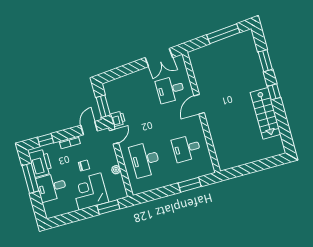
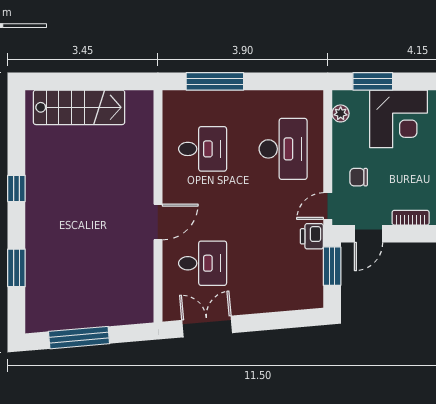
window: (274, 92) -> (16, 188), moved
stairs: (266, 113) -> (79, 107), moved, turned 90
chair: (84, 166) -> (359, 177), moved
plant: (116, 170) -> (341, 113), moved
window: (190, 185) -> (215, 81), width x1.44

